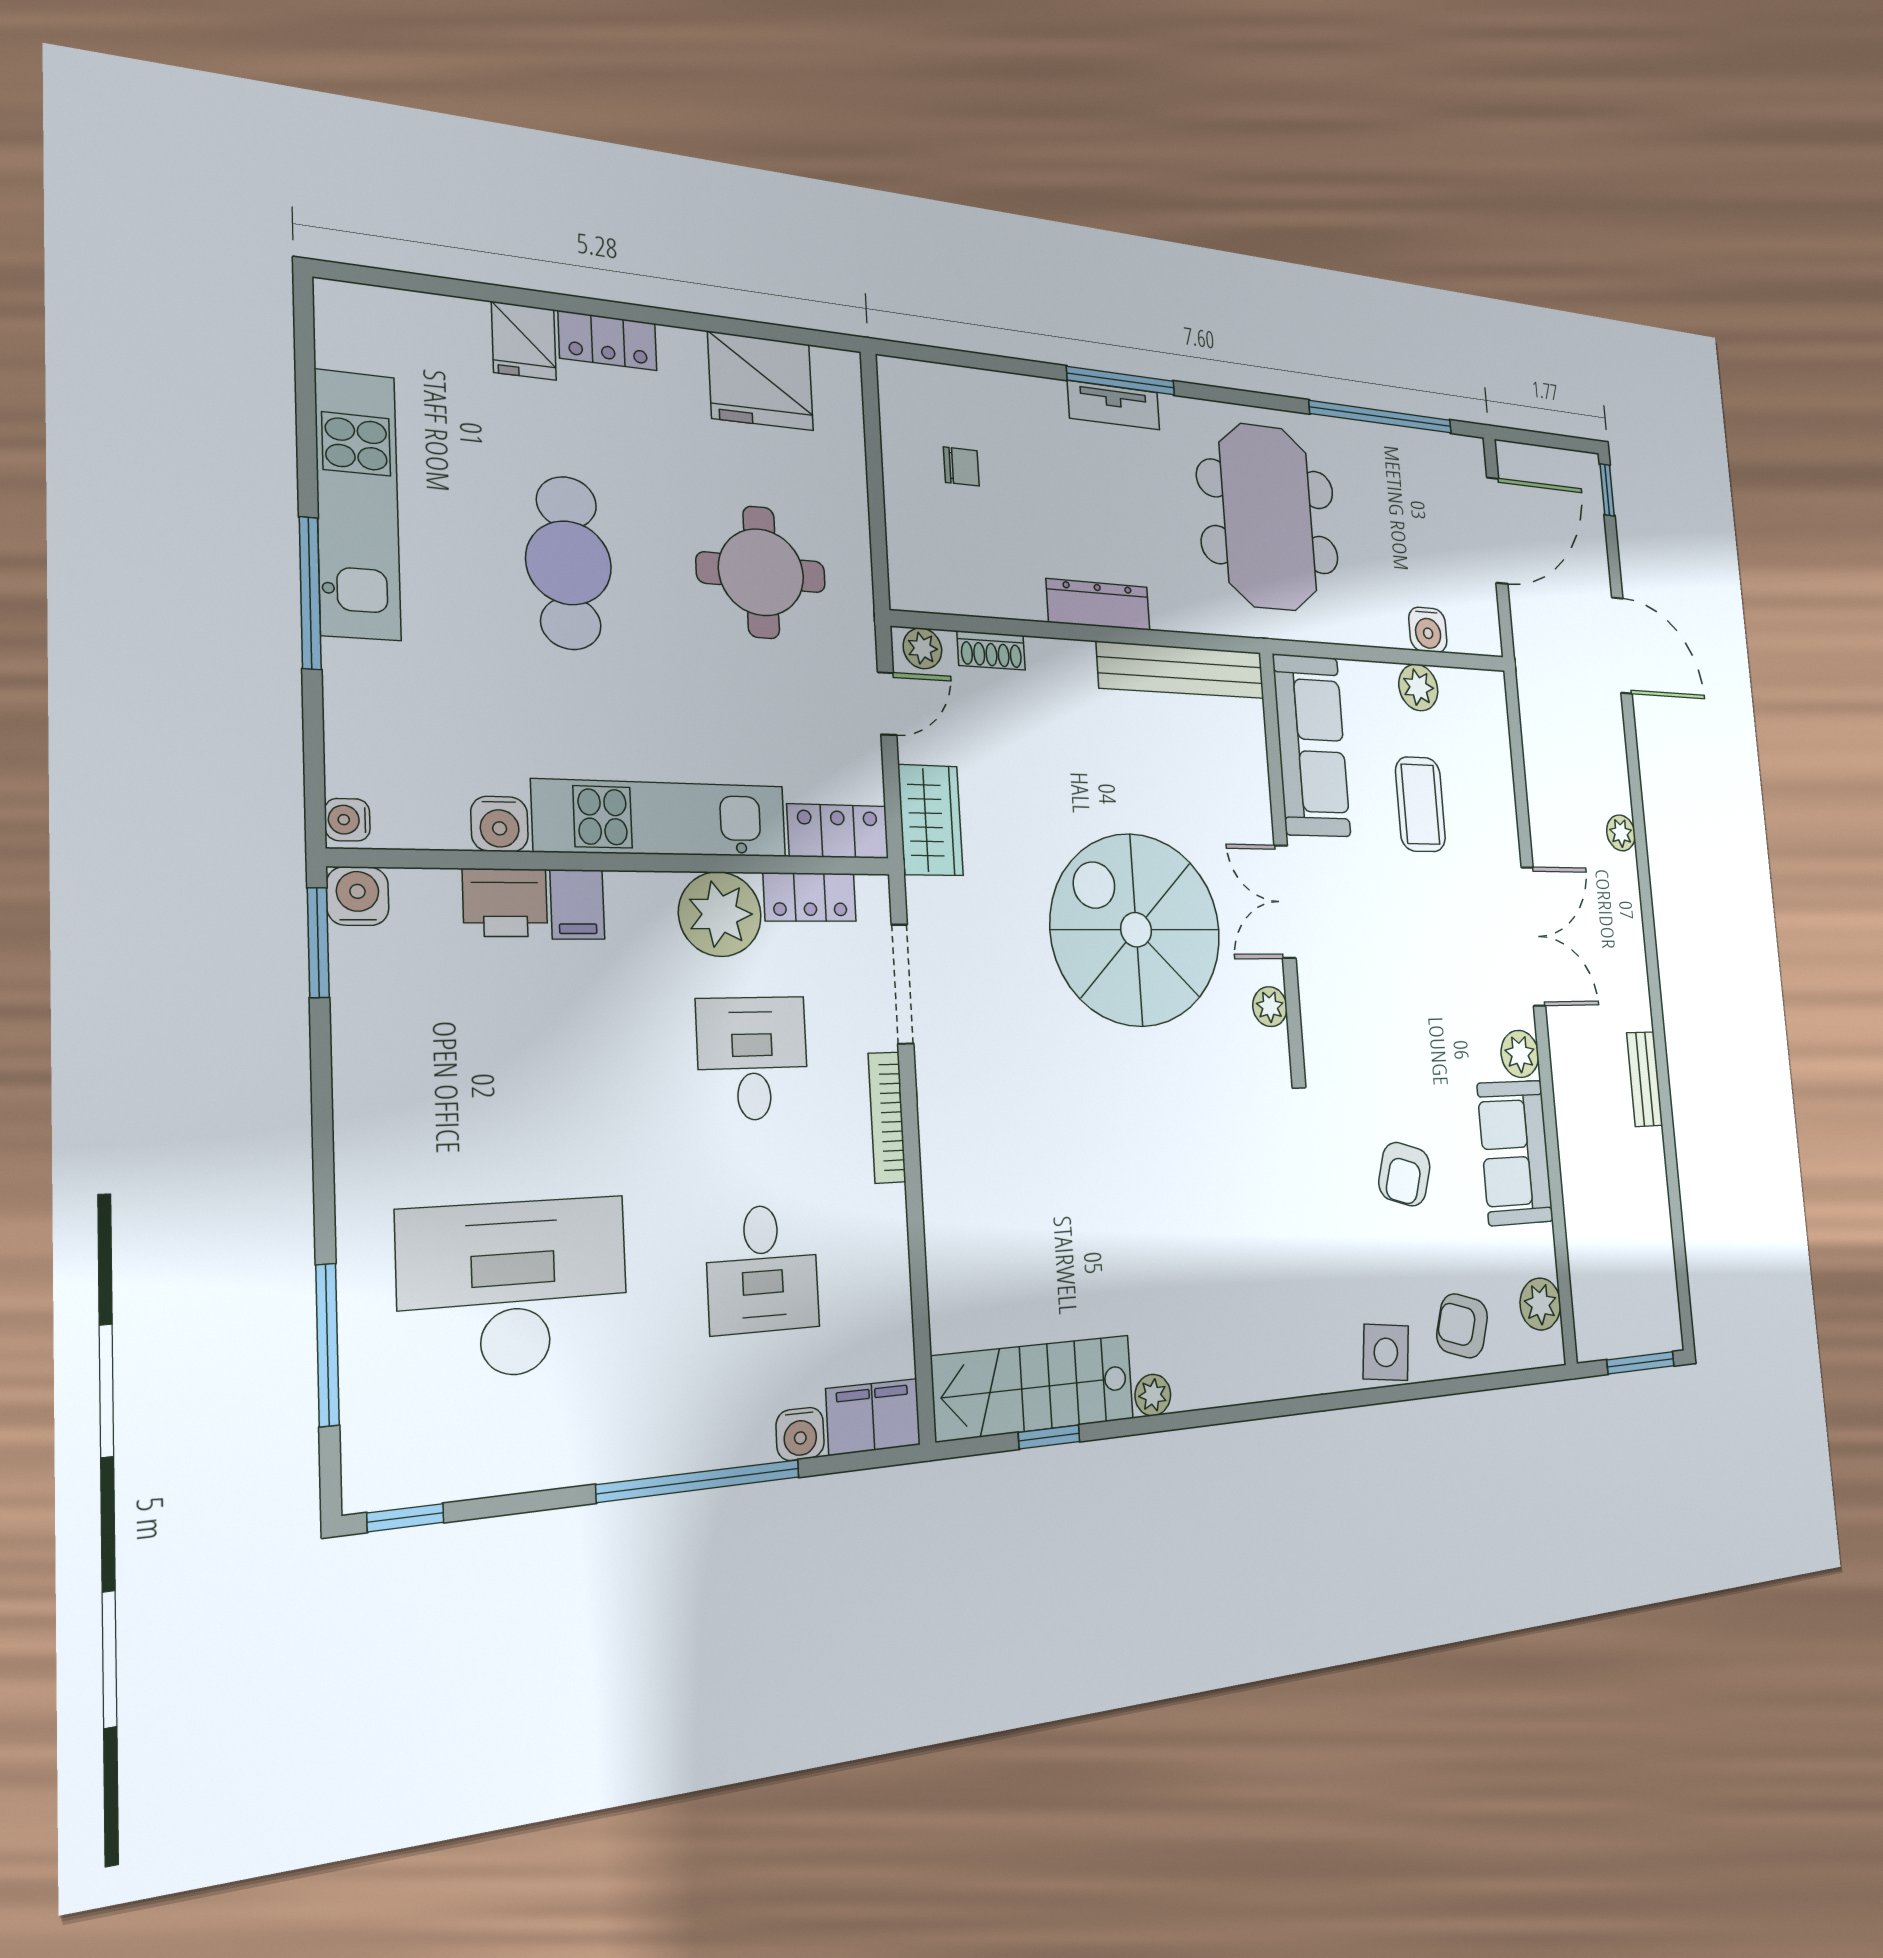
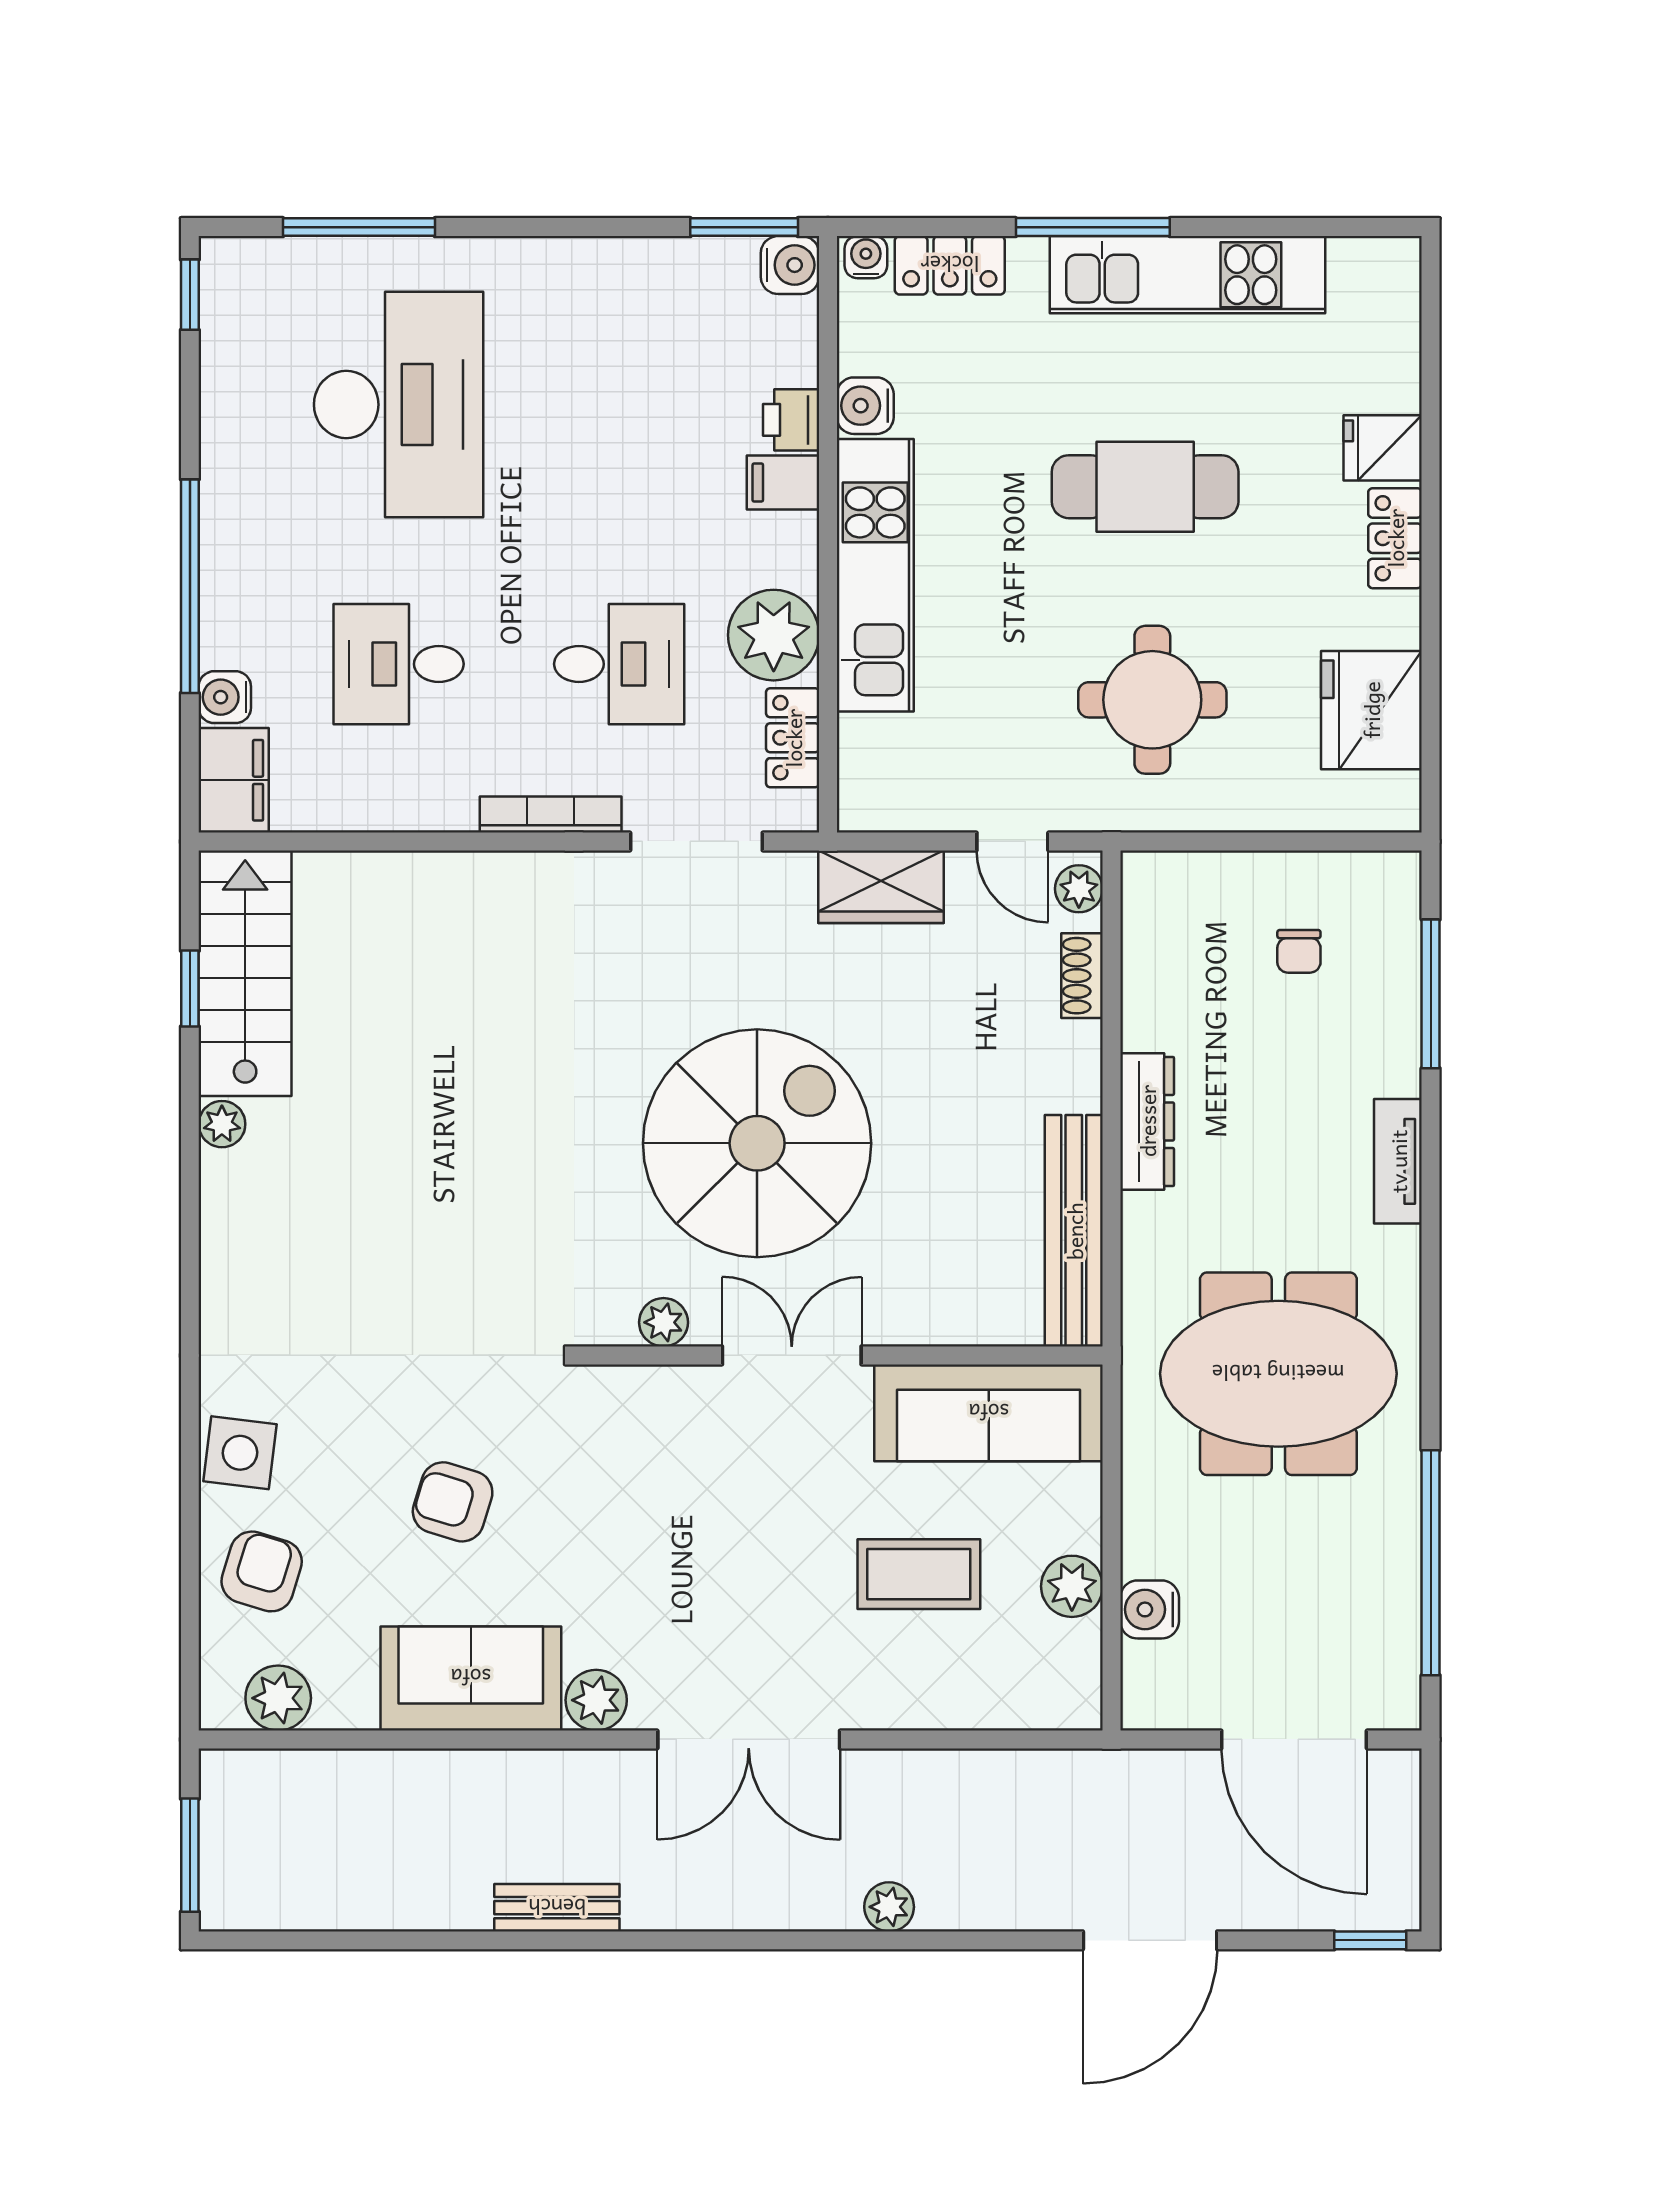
window: (1121, 381) -> (1431, 994), moved
locker: (838, 831) -> (950, 265), moved, turned 90
printer: (505, 903) -> (791, 420), width x0.73, depth x0.81

